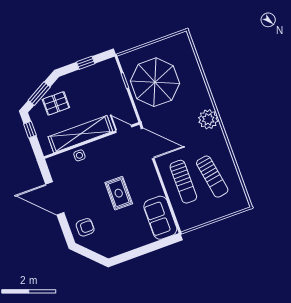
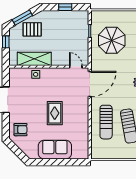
parasol: (155, 82) -> (112, 40), width x0.73, depth x0.73
shelving: (80, 134) -> (34, 59), width x0.68
door: (148, 144) -> (90, 84), hinge flipped
sofa: (160, 218) -> (55, 150), moved, turned 90

